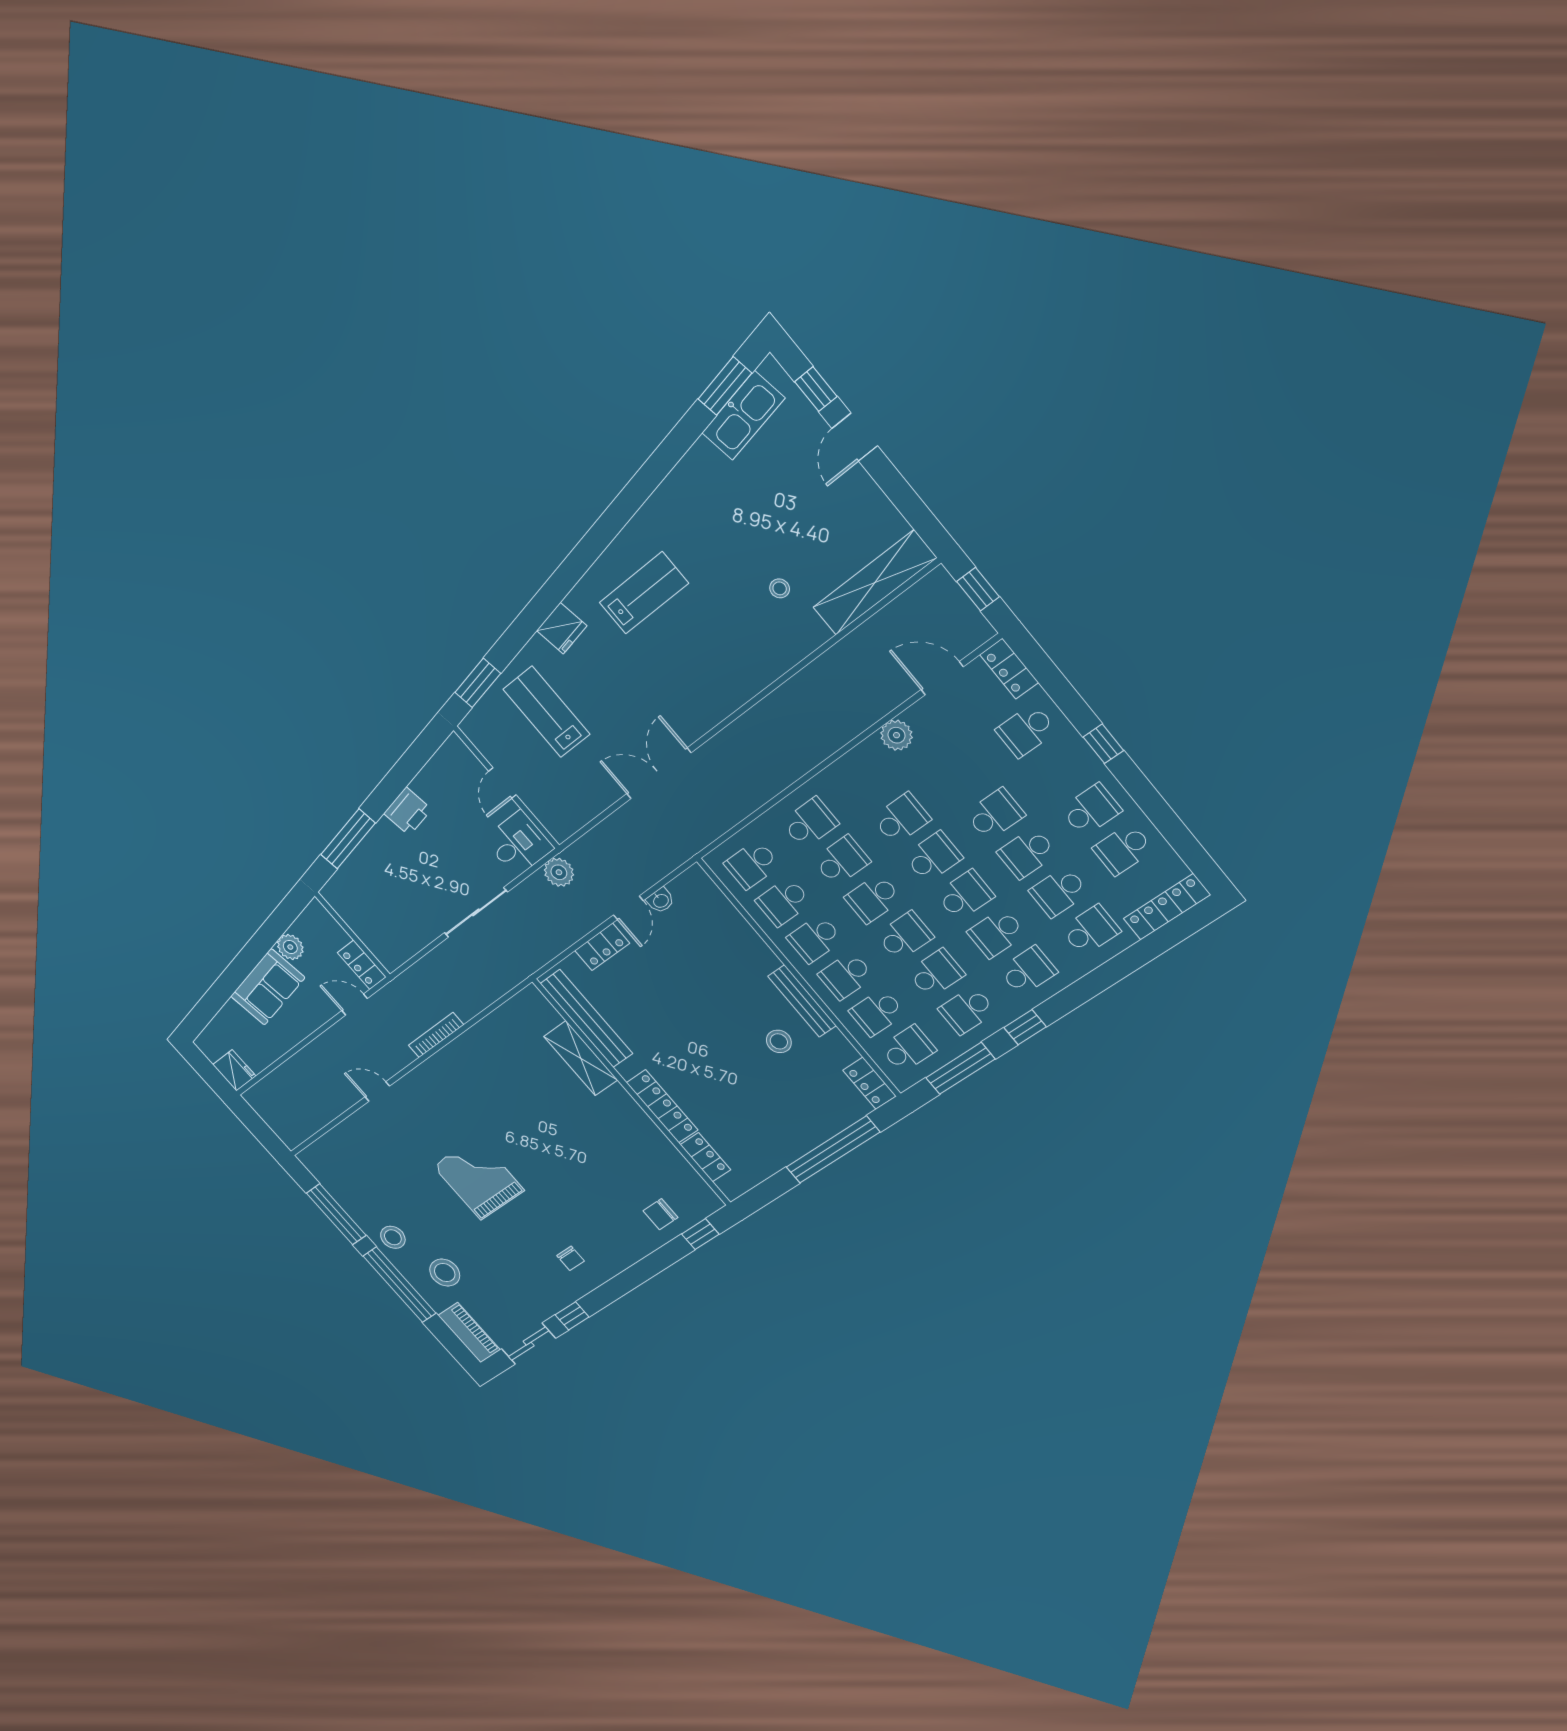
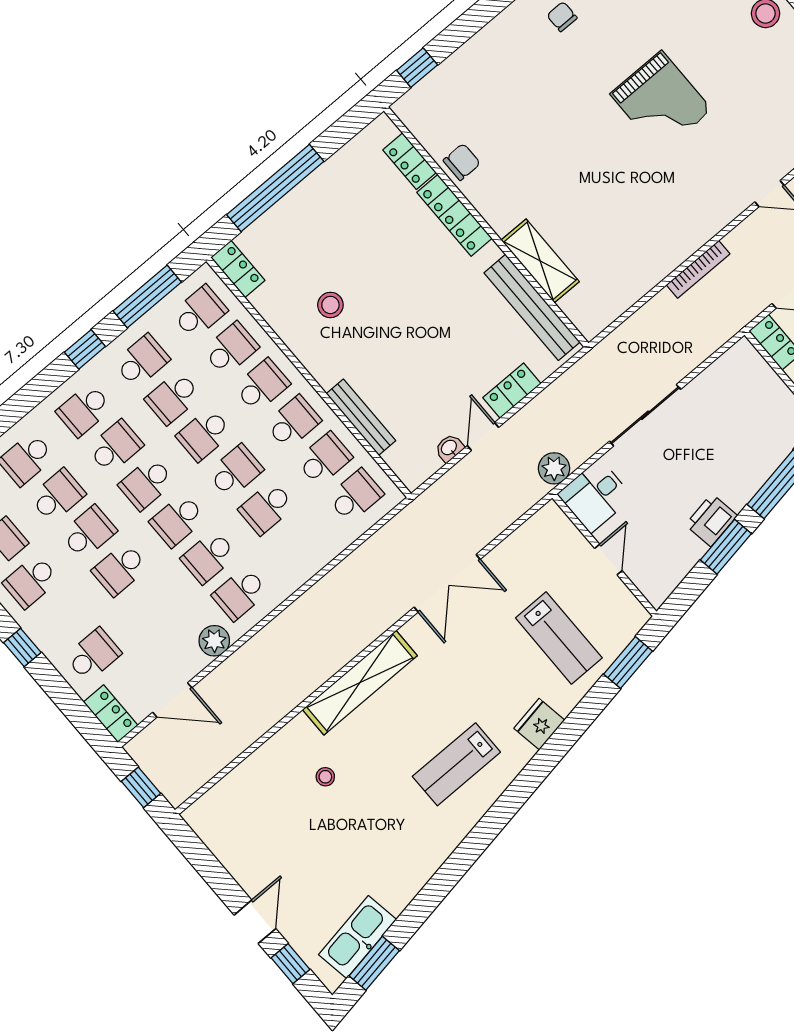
shelving: (875, 583) -> (360, 683), moved
window: (392, 786) -> (726, 547), added
school desk: (810, 823) -> (240, 594), moved
bench: (802, 1001) -> (361, 417), moved
school desk: (908, 1049) -> (200, 312), turned 180
chair: (660, 1214) -> (462, 162), moved

